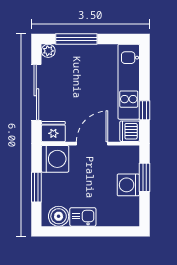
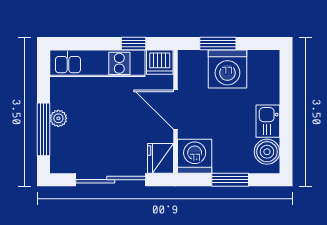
plant: (48, 51) -> (58, 118), moved
washing machine: (128, 185) -> (227, 69), width x1.37, depth x1.37

